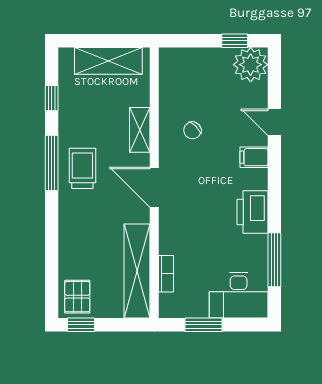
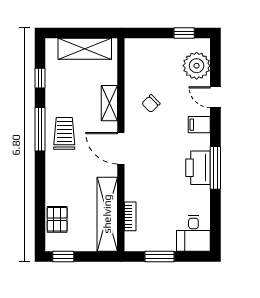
plant: (251, 65) -> (197, 66), moved
window: (274, 260) -> (215, 168), moved
desk: (239, 295) -> (193, 233), width x0.73
pallet: (77, 297) -> (57, 219), moved

